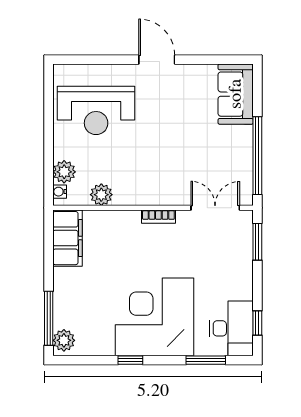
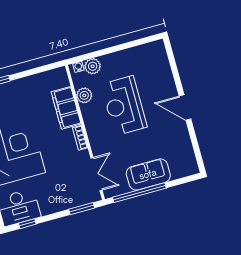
door: (157, 60) -> (185, 107), swing flipped
sofa: (236, 94) -> (148, 174), moved
reception desk: (96, 110) -> (124, 106), moved
filing cabinet: (67, 238) -> (66, 108), moved, turned 90

